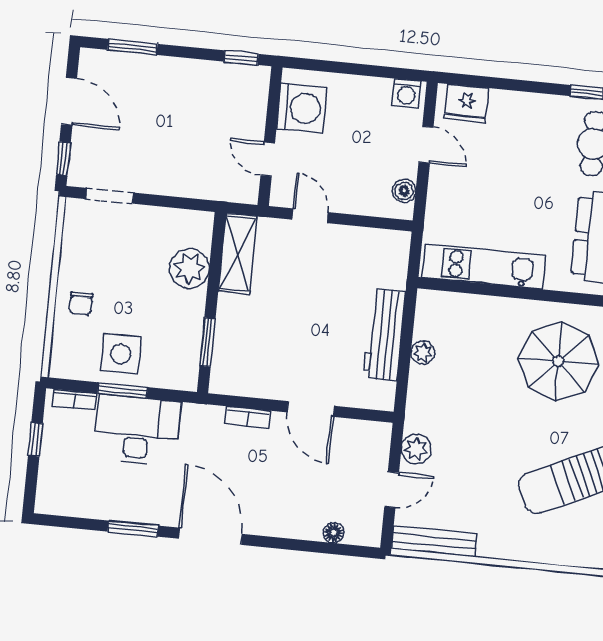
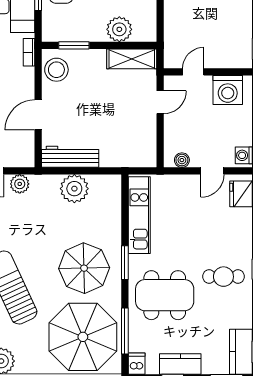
window: (556, 296) -> (125, 263), added
workbench: (385, 335) -> (70, 157), moved
plant: (423, 353) -> (74, 189), width x1.88, depth x1.88
stool: (243, 373) -> (56, 70), added
bookcase: (248, 417) -> (29, 52), moved

